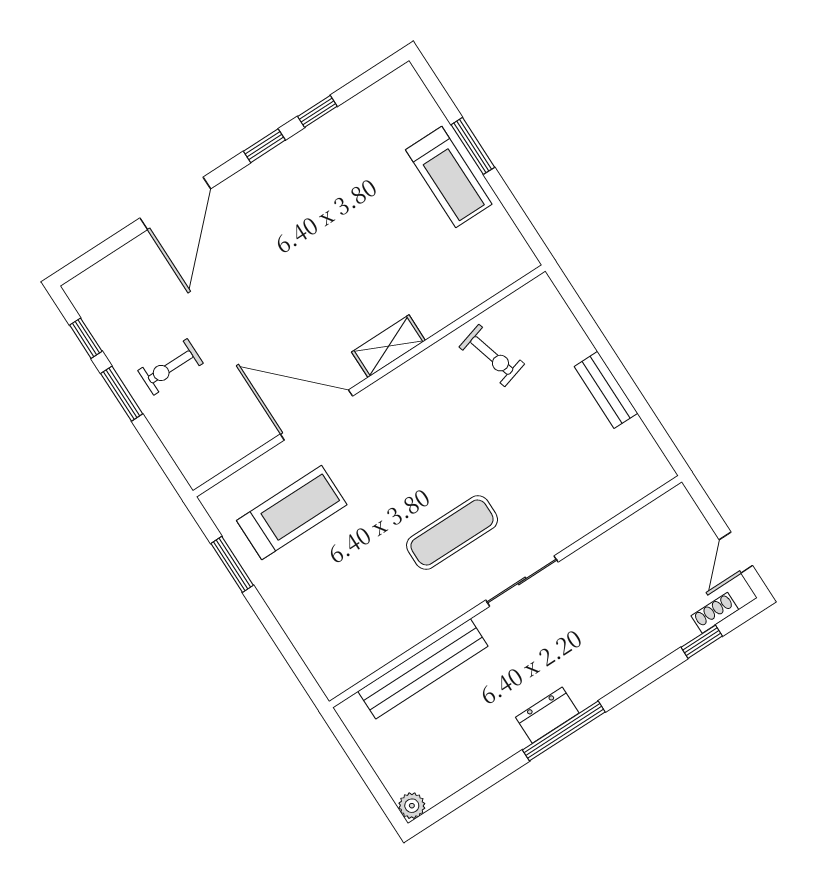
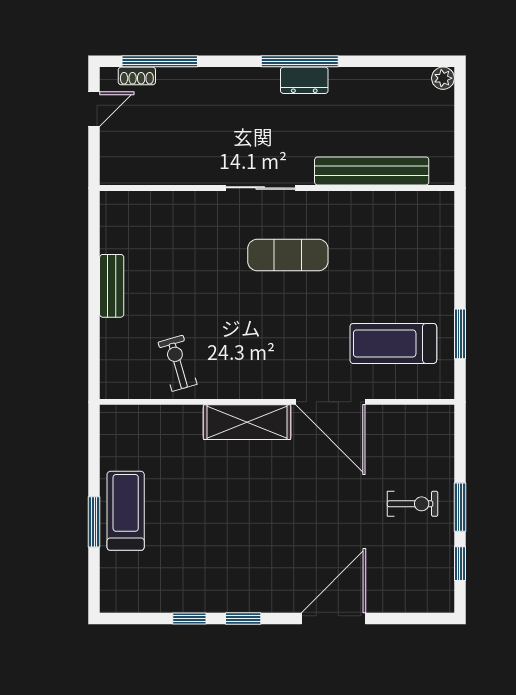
shelving: (388, 346) -> (247, 422), width x1.50, depth x1.33
window: (702, 642) -> (160, 61), width x2.17

